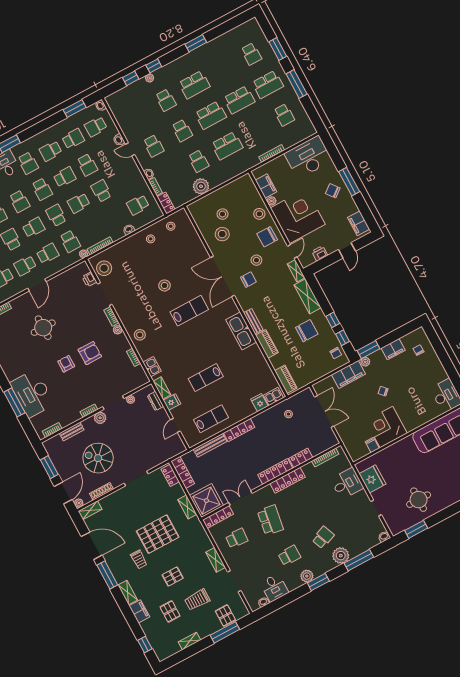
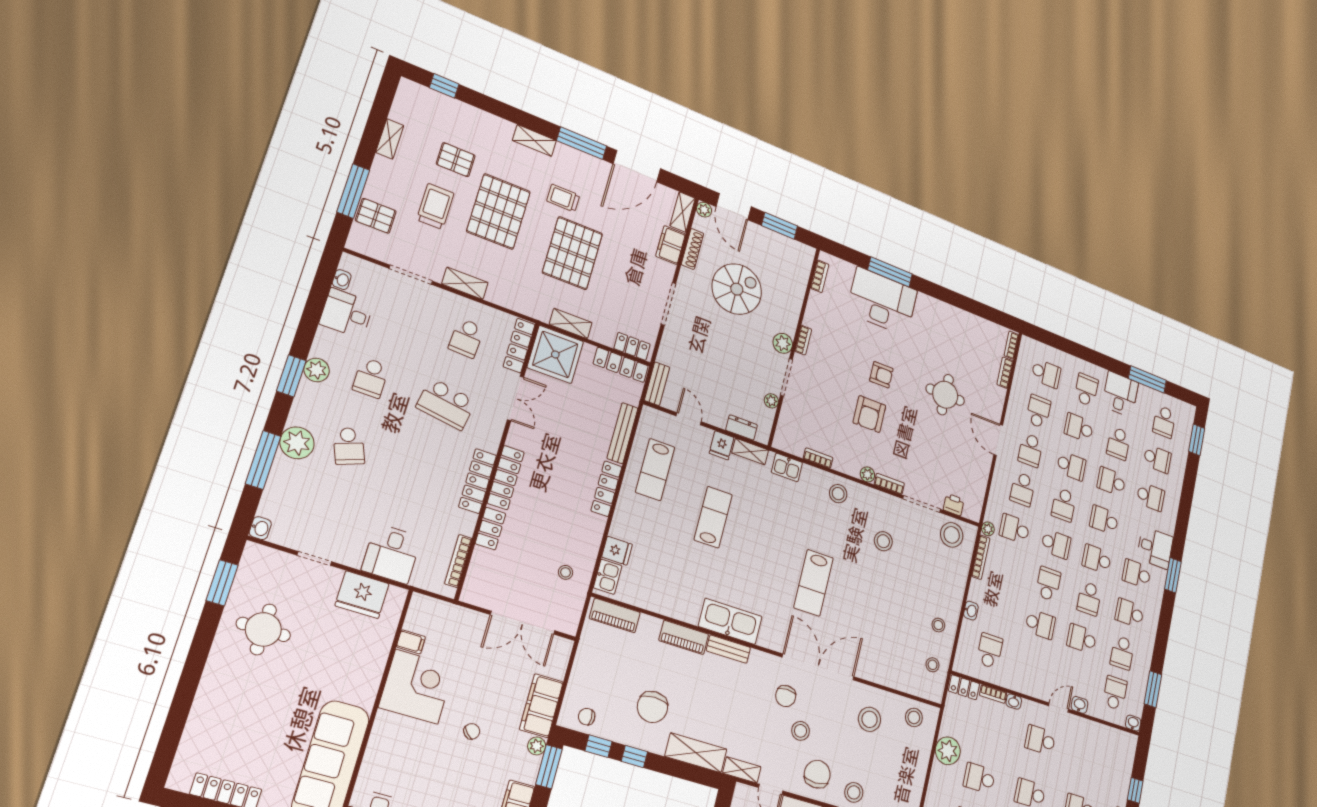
school desk: (51, 151) -> (1129, 613), turned -90
stool: (223, 214) -> (914, 717), moved
school desk: (25, 266) -> (1031, 450), turned 180
stool: (165, 285) -> (883, 541), moved
bench: (72, 431) -> (657, 384), moved
pallet: (173, 576) -> (499, 211), width x2.05, depth x2.00
filing cabinet: (139, 611) -> (671, 245), moved, turned 90

